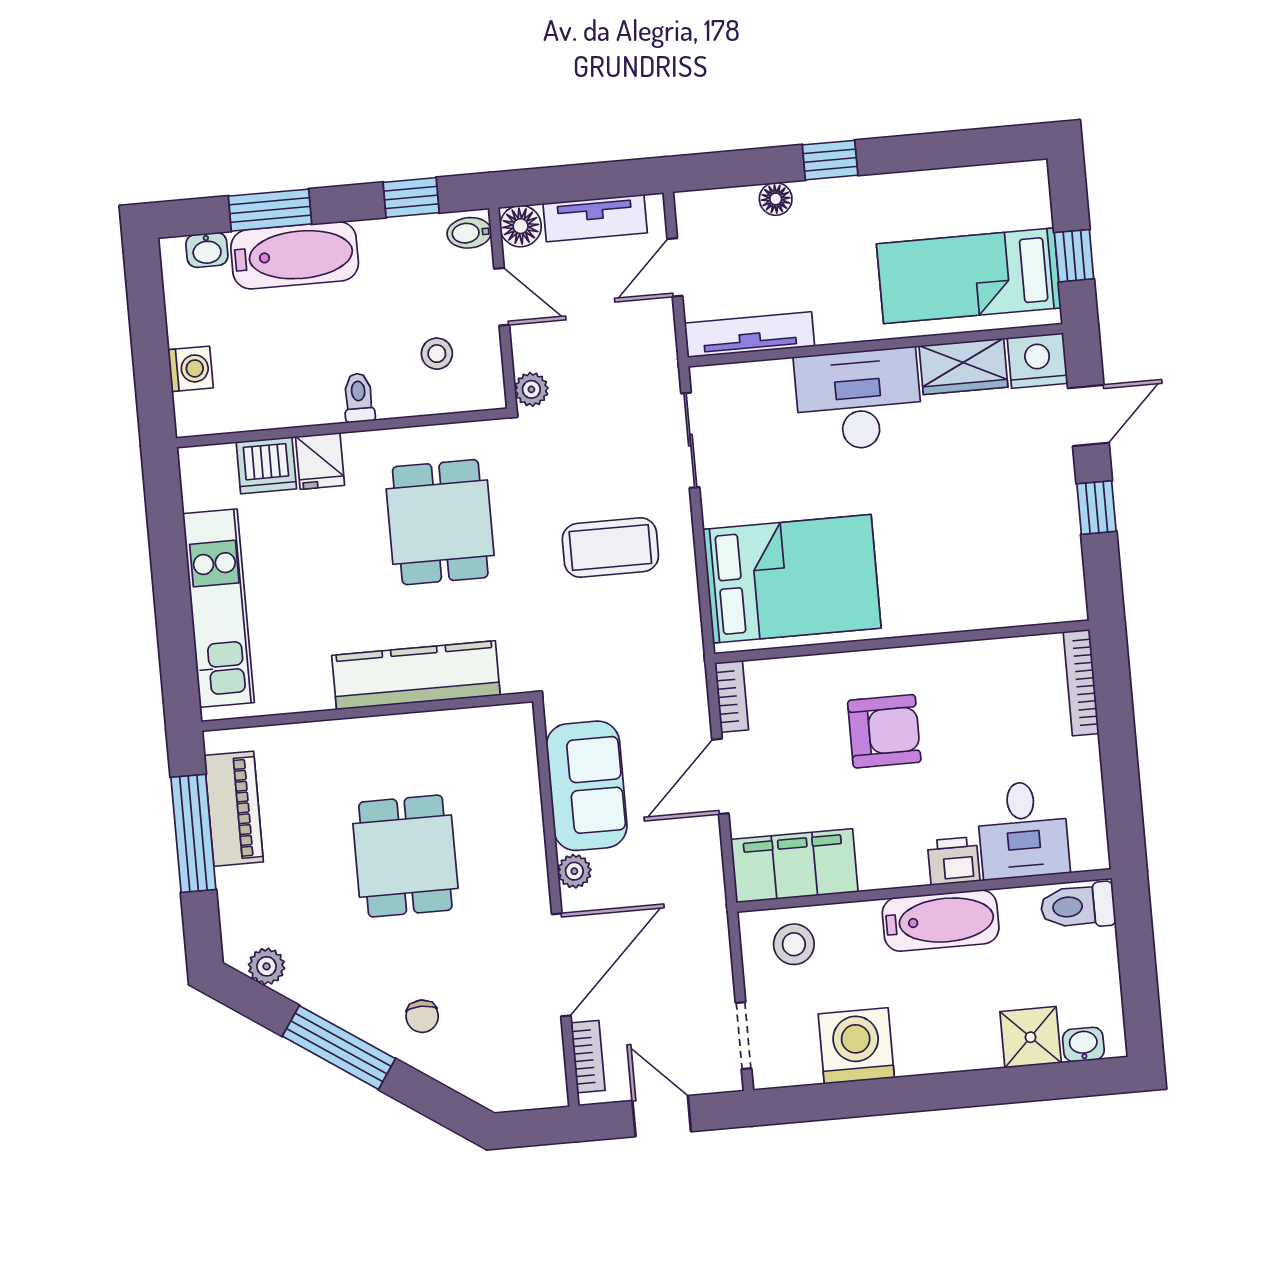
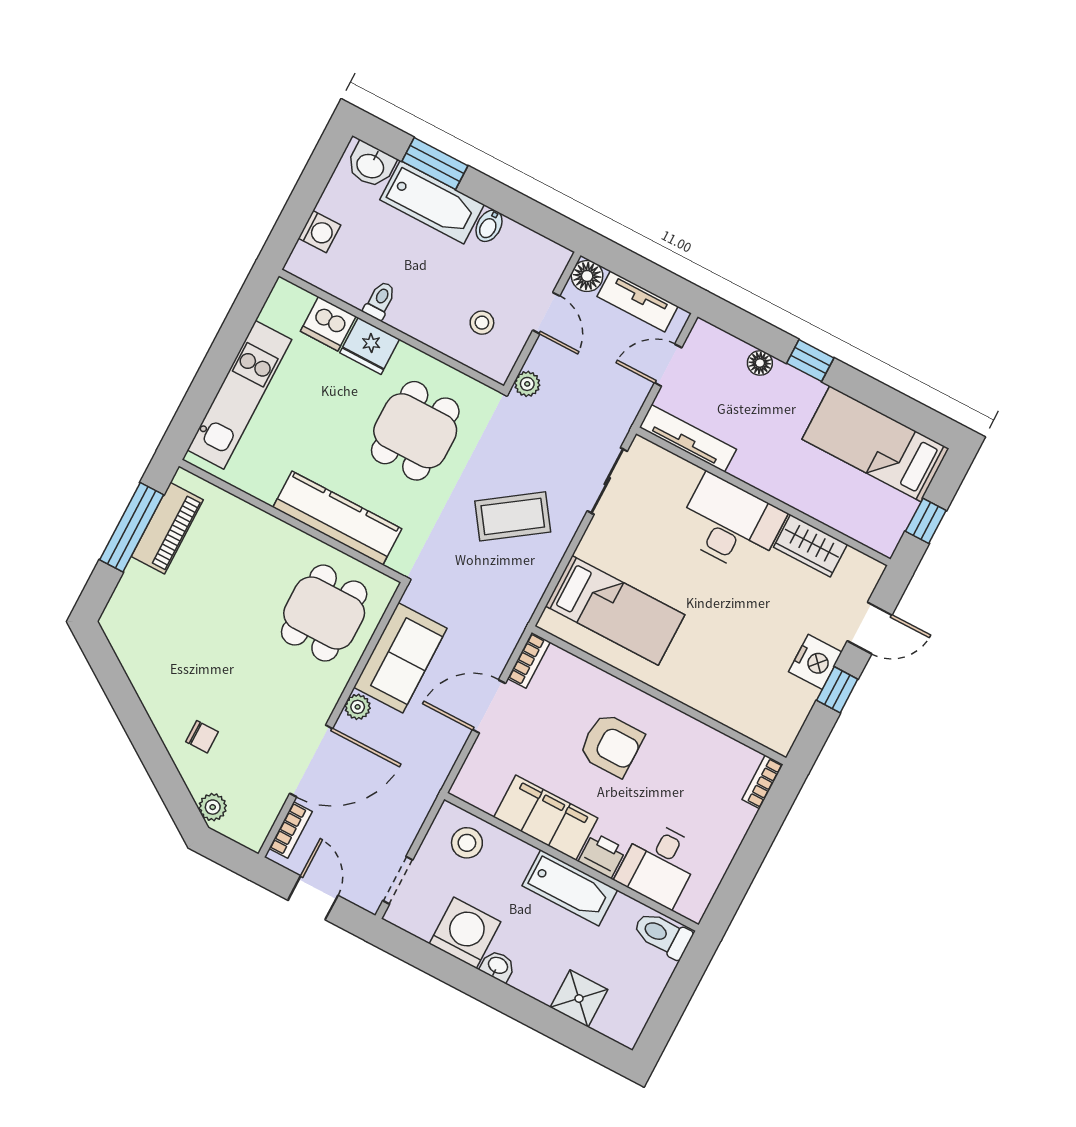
window: (411, 197) -> (529, 213), removed
bidet: (469, 233) -> (489, 226), moved, turned -90
washbasin: (207, 250) -> (371, 165), width x1.38, depth x1.45
bed: (969, 276) -> (875, 444), moved
nightstand: (1037, 361) -> (815, 662), moved, turned 90
toilet: (359, 398) -> (380, 301), moved
fridge: (320, 461) -> (370, 346), width x1.38
coffee table: (610, 547) -> (513, 516), turned -35
bed: (792, 579) -> (615, 610), width x0.67
bookcase: (1081, 683) -> (763, 782), width x0.64
dining table: (405, 856) -> (324, 613), moved
filing cabinet: (794, 866) -> (546, 818), moved
plant: (267, 966) -> (213, 807), moved
chair: (422, 1016) -> (202, 737), turned -90
washbasin: (1083, 1045) -> (498, 966), moved
window: (339, 1047) -> (136, 722), removed

